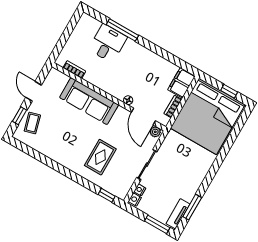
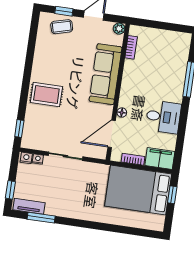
desk: (108, 43) -> (163, 117), moved
window: (229, 91) -> (172, 195), moved
bed: (208, 116) -> (138, 190), width x0.73
plant: (155, 132) -> (119, 29), moved
rug: (100, 157) -> (46, 95), moved
window: (157, 224) -> (10, 190), width x0.67

